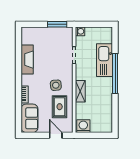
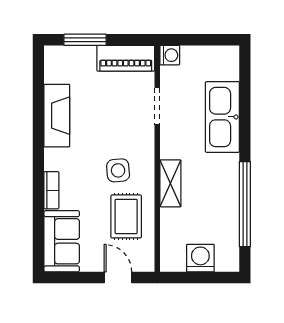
window: (57, 24) -> (85, 40), moved
piano: (59, 33) -> (126, 58), added
window: (115, 73) -> (245, 204), moved
washing machine: (83, 126) -> (200, 258), moved

